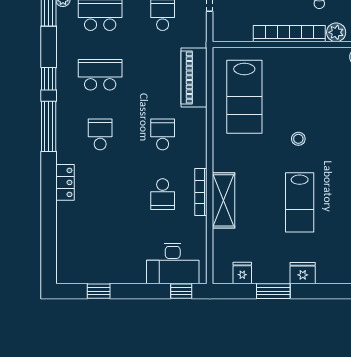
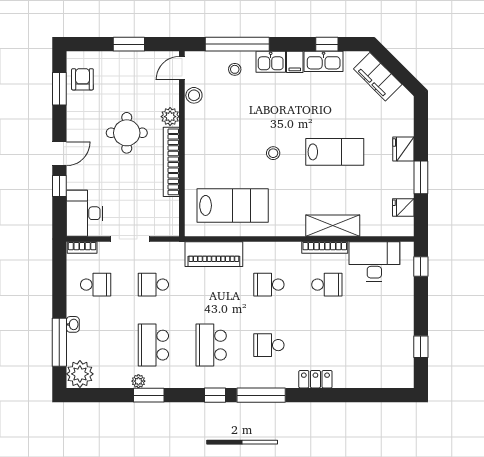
desk: (173, 263) -> (374, 261), moved, turned -90

